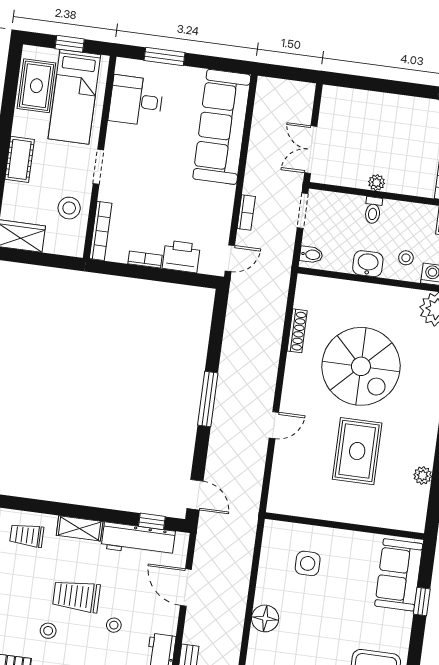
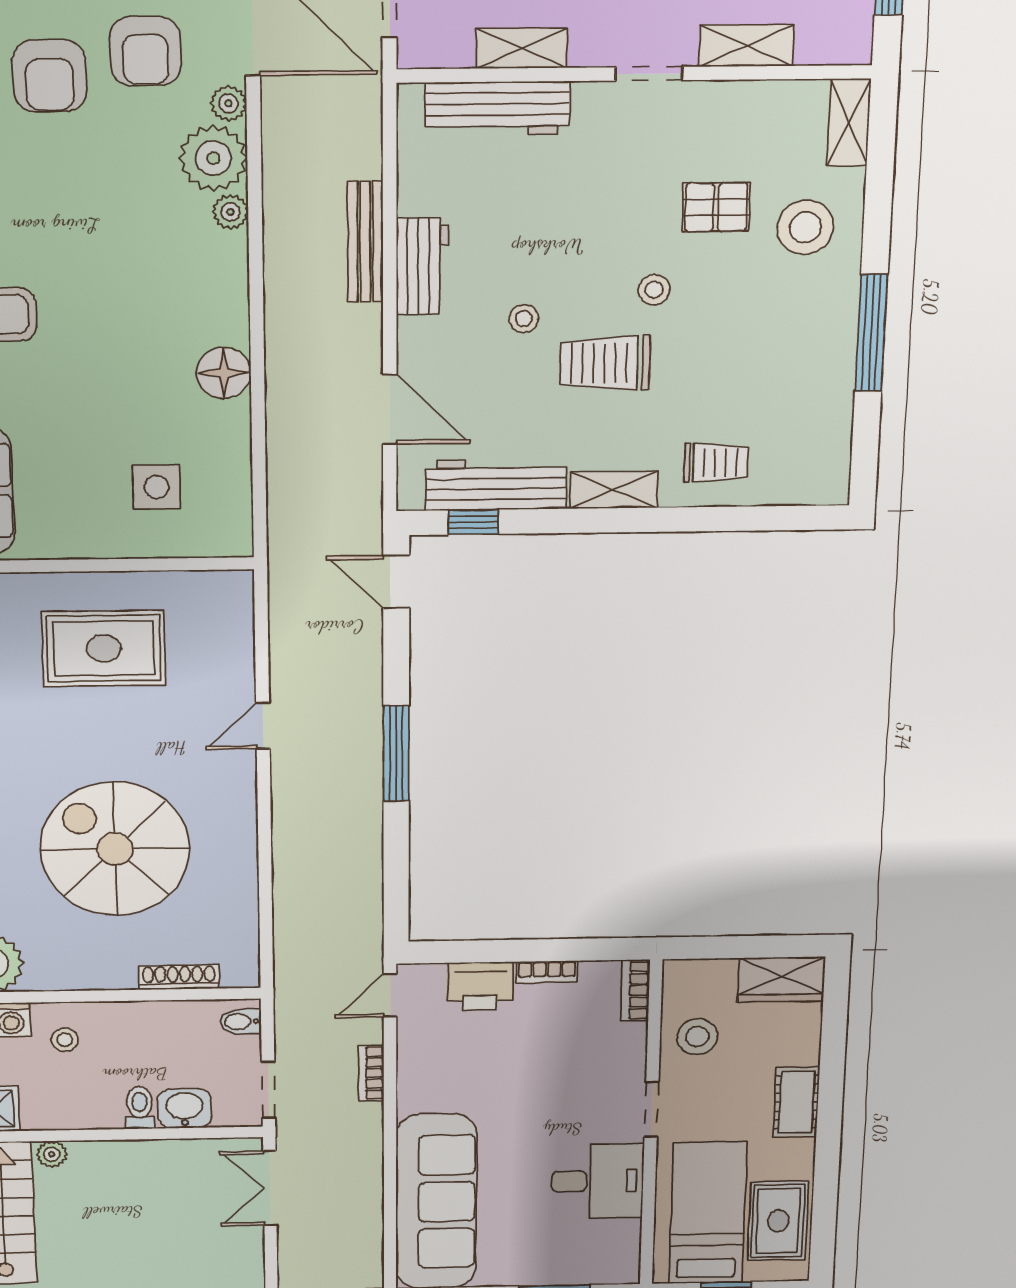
desk: (136, 101) -> (597, 1181), moved
double door: (311, 150) -> (270, 1188), swing flipped
plant: (377, 183) -> (52, 1154), moved
bookcase: (101, 231) -> (635, 990), width x0.64
washbasin: (368, 264) -> (185, 1108), moved, turned 180
shoe rack: (297, 331) -> (179, 977), moved, turned 90
rug: (357, 451) -> (104, 648), moved, turned 90
trolley: (76, 596) -> (605, 363), turned 180

